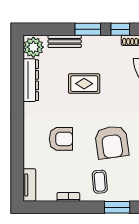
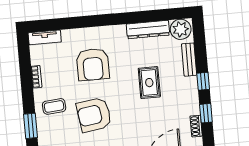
window: (88, 29) -> (203, 81), width x0.67
armchair: (61, 139) -> (93, 65), width x1.36, depth x1.36

